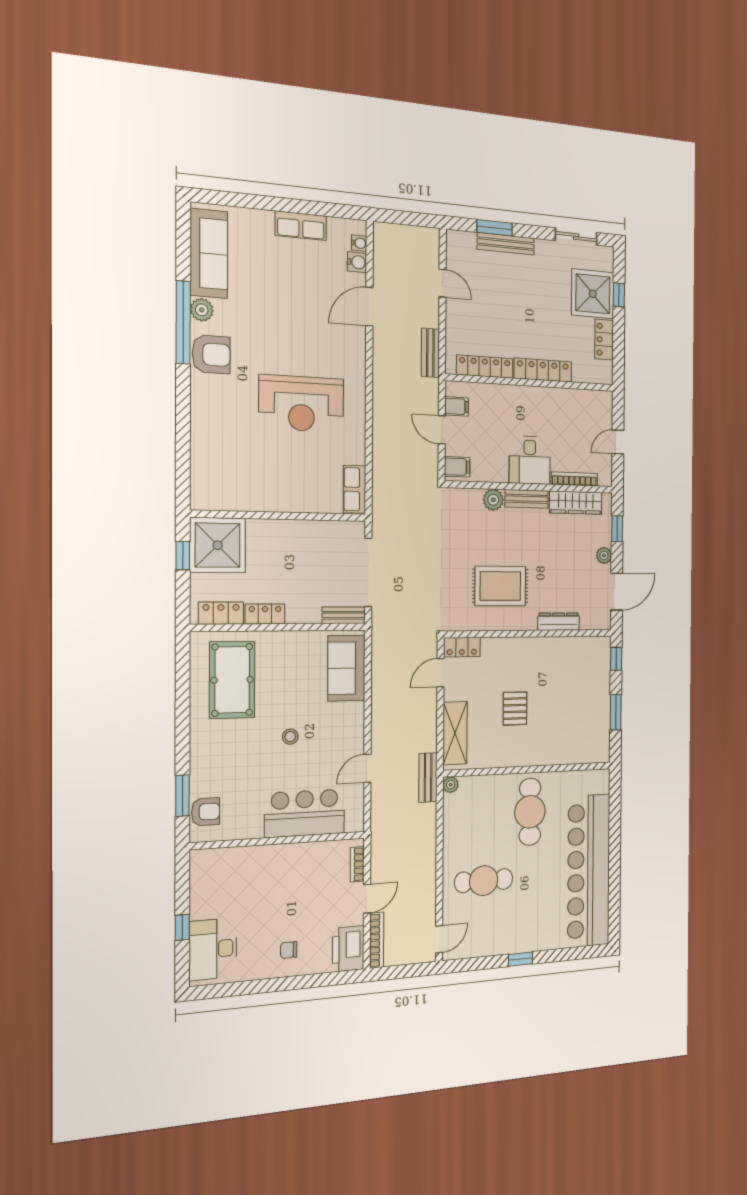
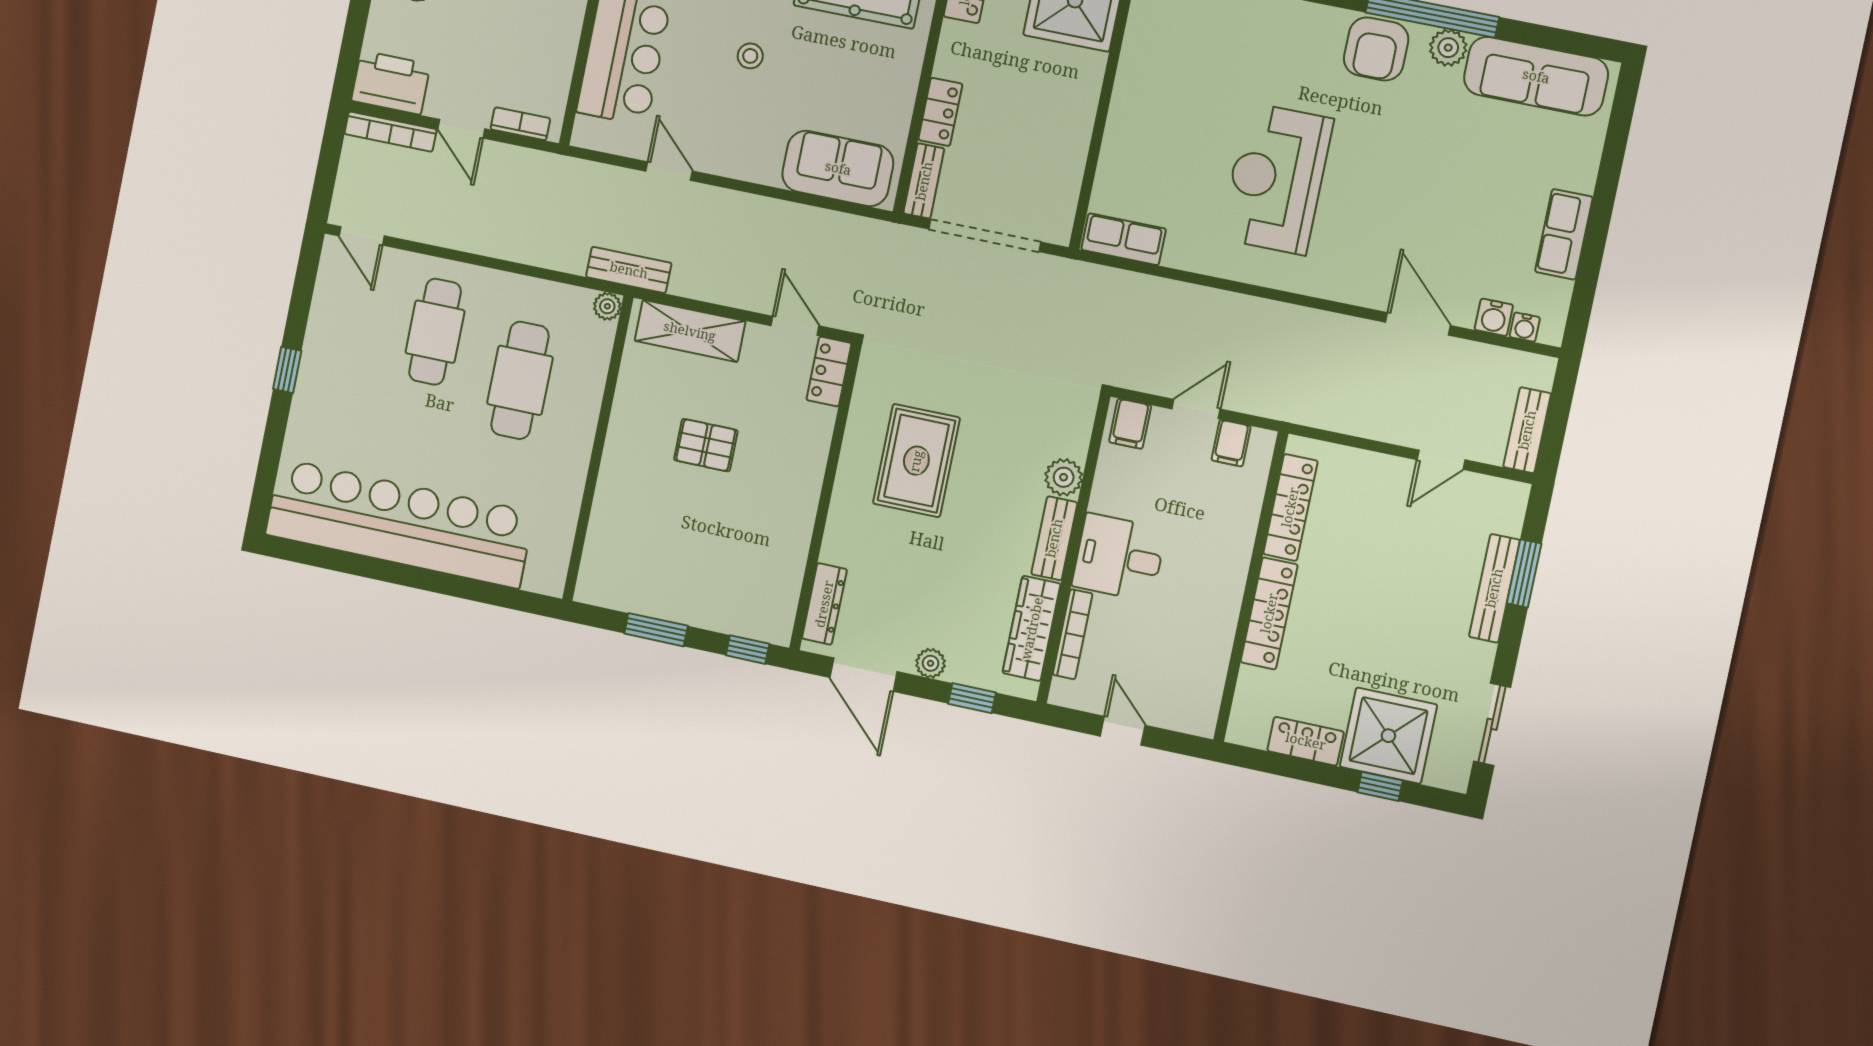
bench: (430, 353) -> (1527, 430), moved, turned 90
locker: (265, 614) -> (940, 112), moved
dresser: (559, 622) -> (824, 604), moved
cafe table: (530, 812) -> (520, 380), moved, turned 90

